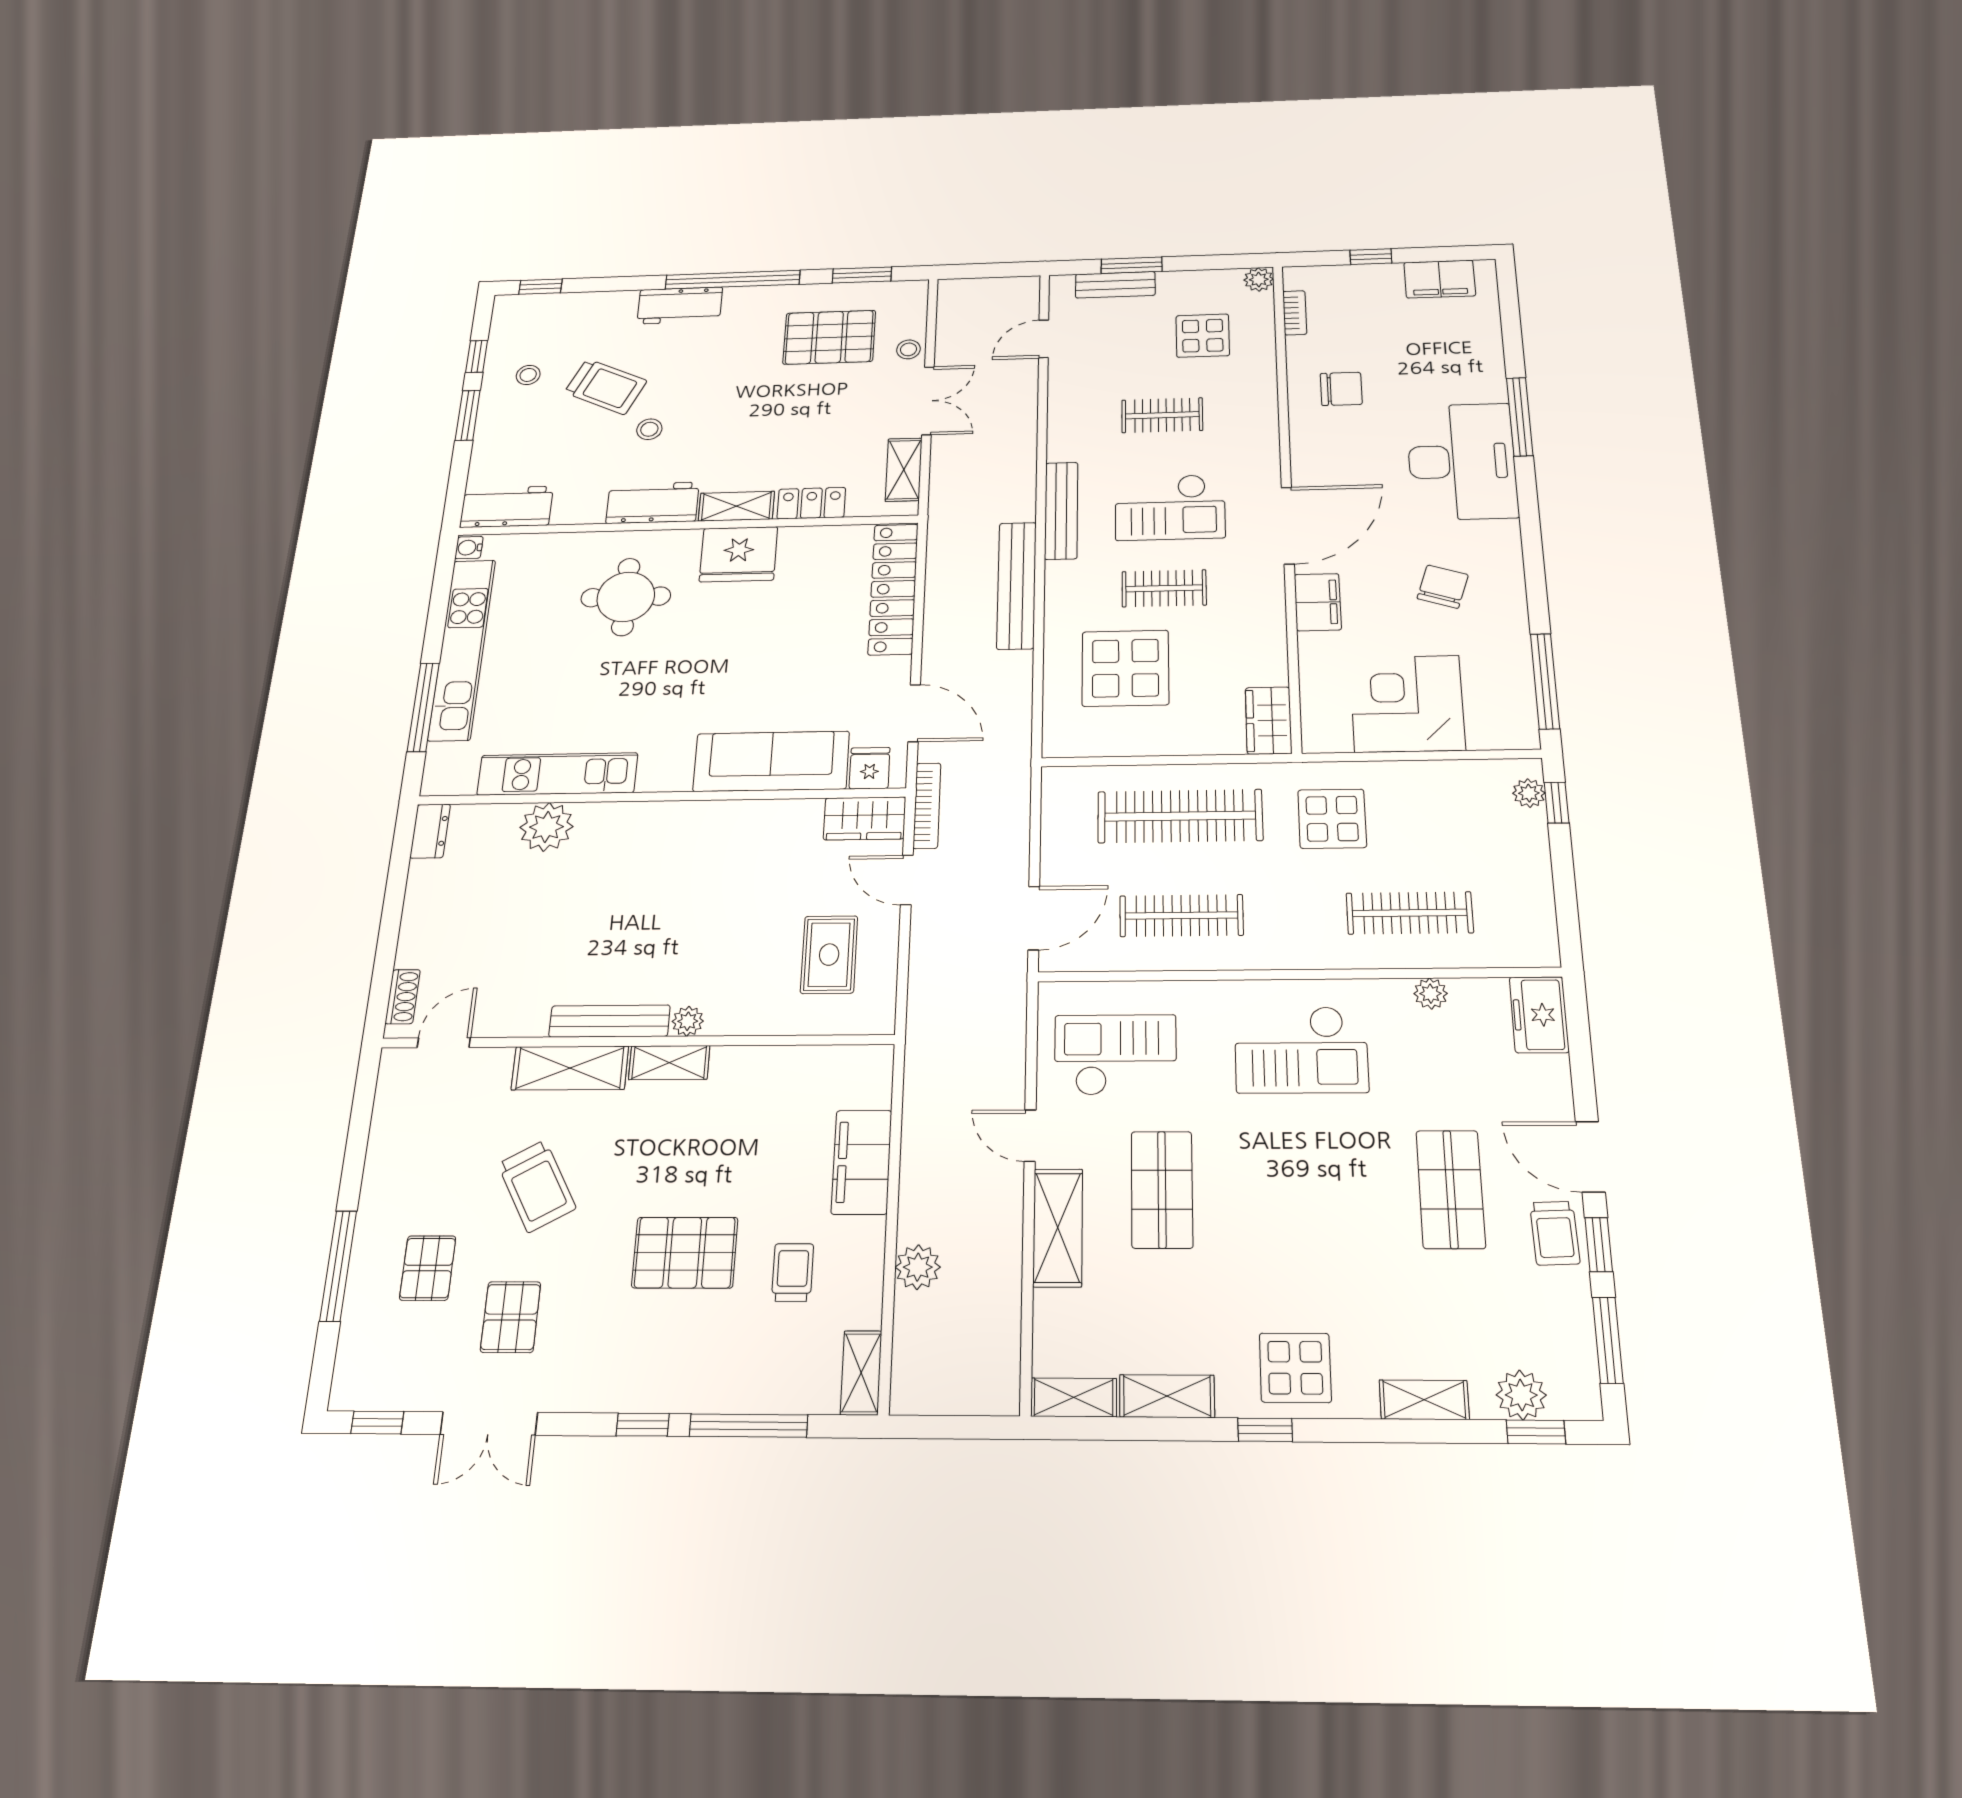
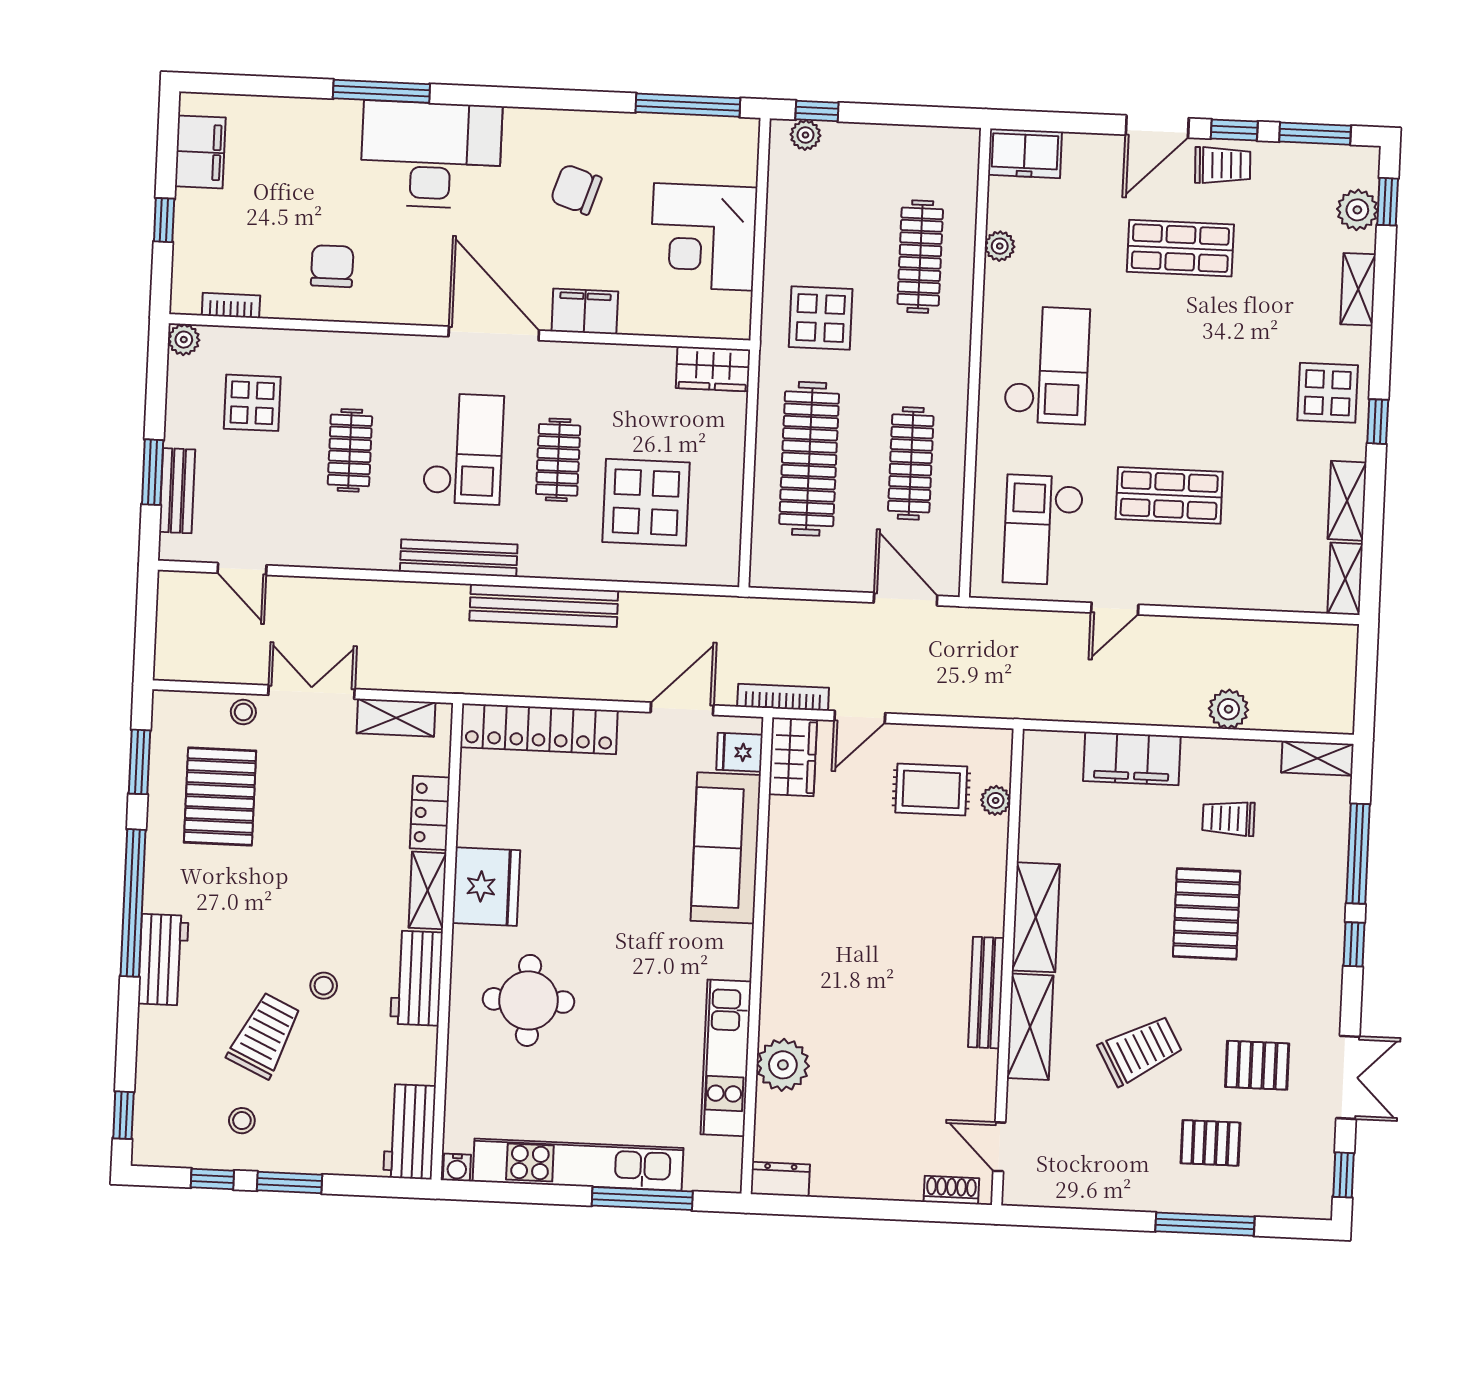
plant: (688, 1021) -> (996, 800), moved
shelving: (669, 1063) -> (1036, 917), width x1.50, depth x1.33
shelving: (1058, 1228) -> (1199, 587), removed

